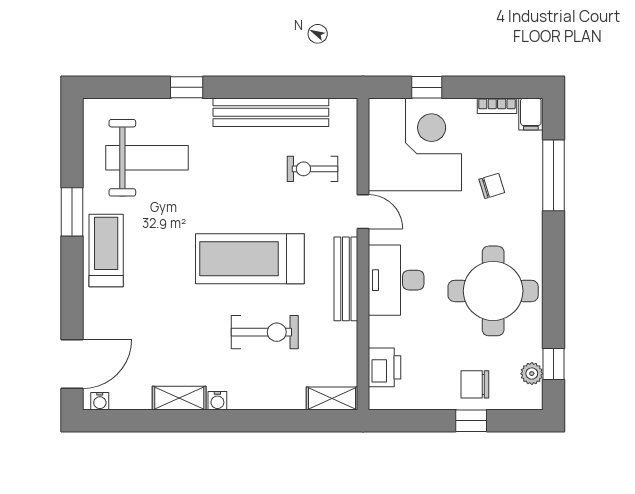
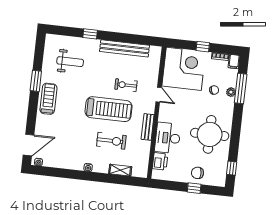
window: (427, 87) -> (203, 47), moved
weight bench: (147, 158) -> (70, 62), width x0.73, depth x0.75
exercise bike: (313, 169) -> (126, 85), moved
treadmill: (250, 259) -> (109, 109), turned 180
bench: (346, 279) -> (148, 127), width x0.73
desk: (396, 280) -> (168, 138), moved
plant: (532, 374) -> (231, 92), moved
shelving: (179, 398) -> (72, 164), removed
shelving: (332, 399) -> (120, 170), moved

